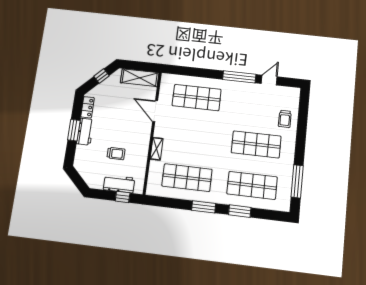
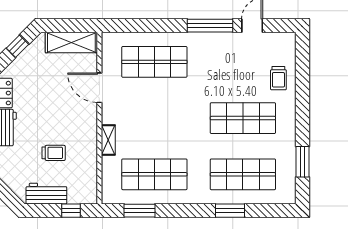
window: (297, 181) -> (303, 162), width x0.69
workbench: (119, 184) -> (46, 194), moved
window: (204, 207) -> (139, 211), moved

